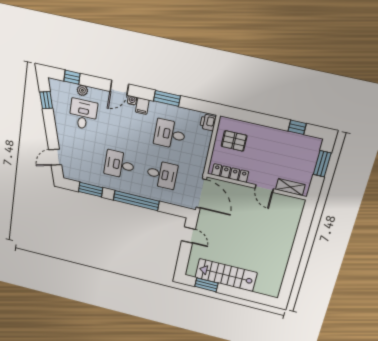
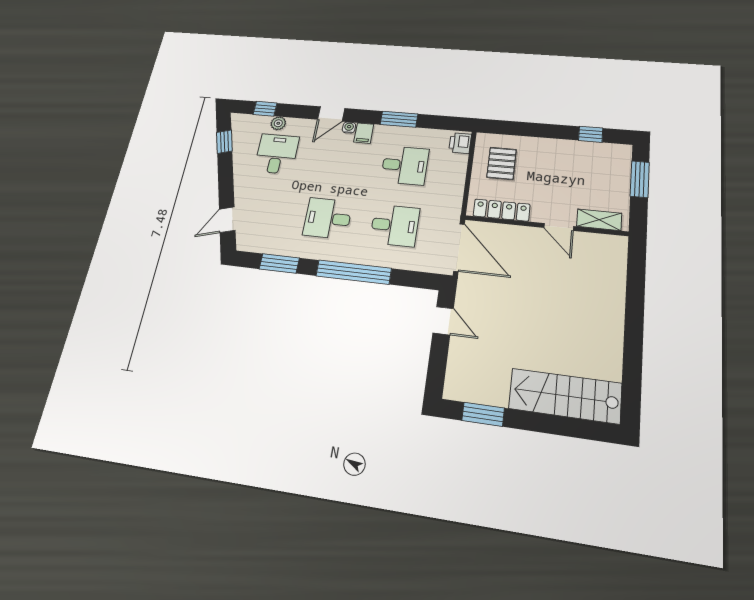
desk: (170, 134) -> (405, 165), turned 180
pallet: (234, 141) -> (502, 163), turned 90
stairs: (226, 275) -> (565, 396), moved

